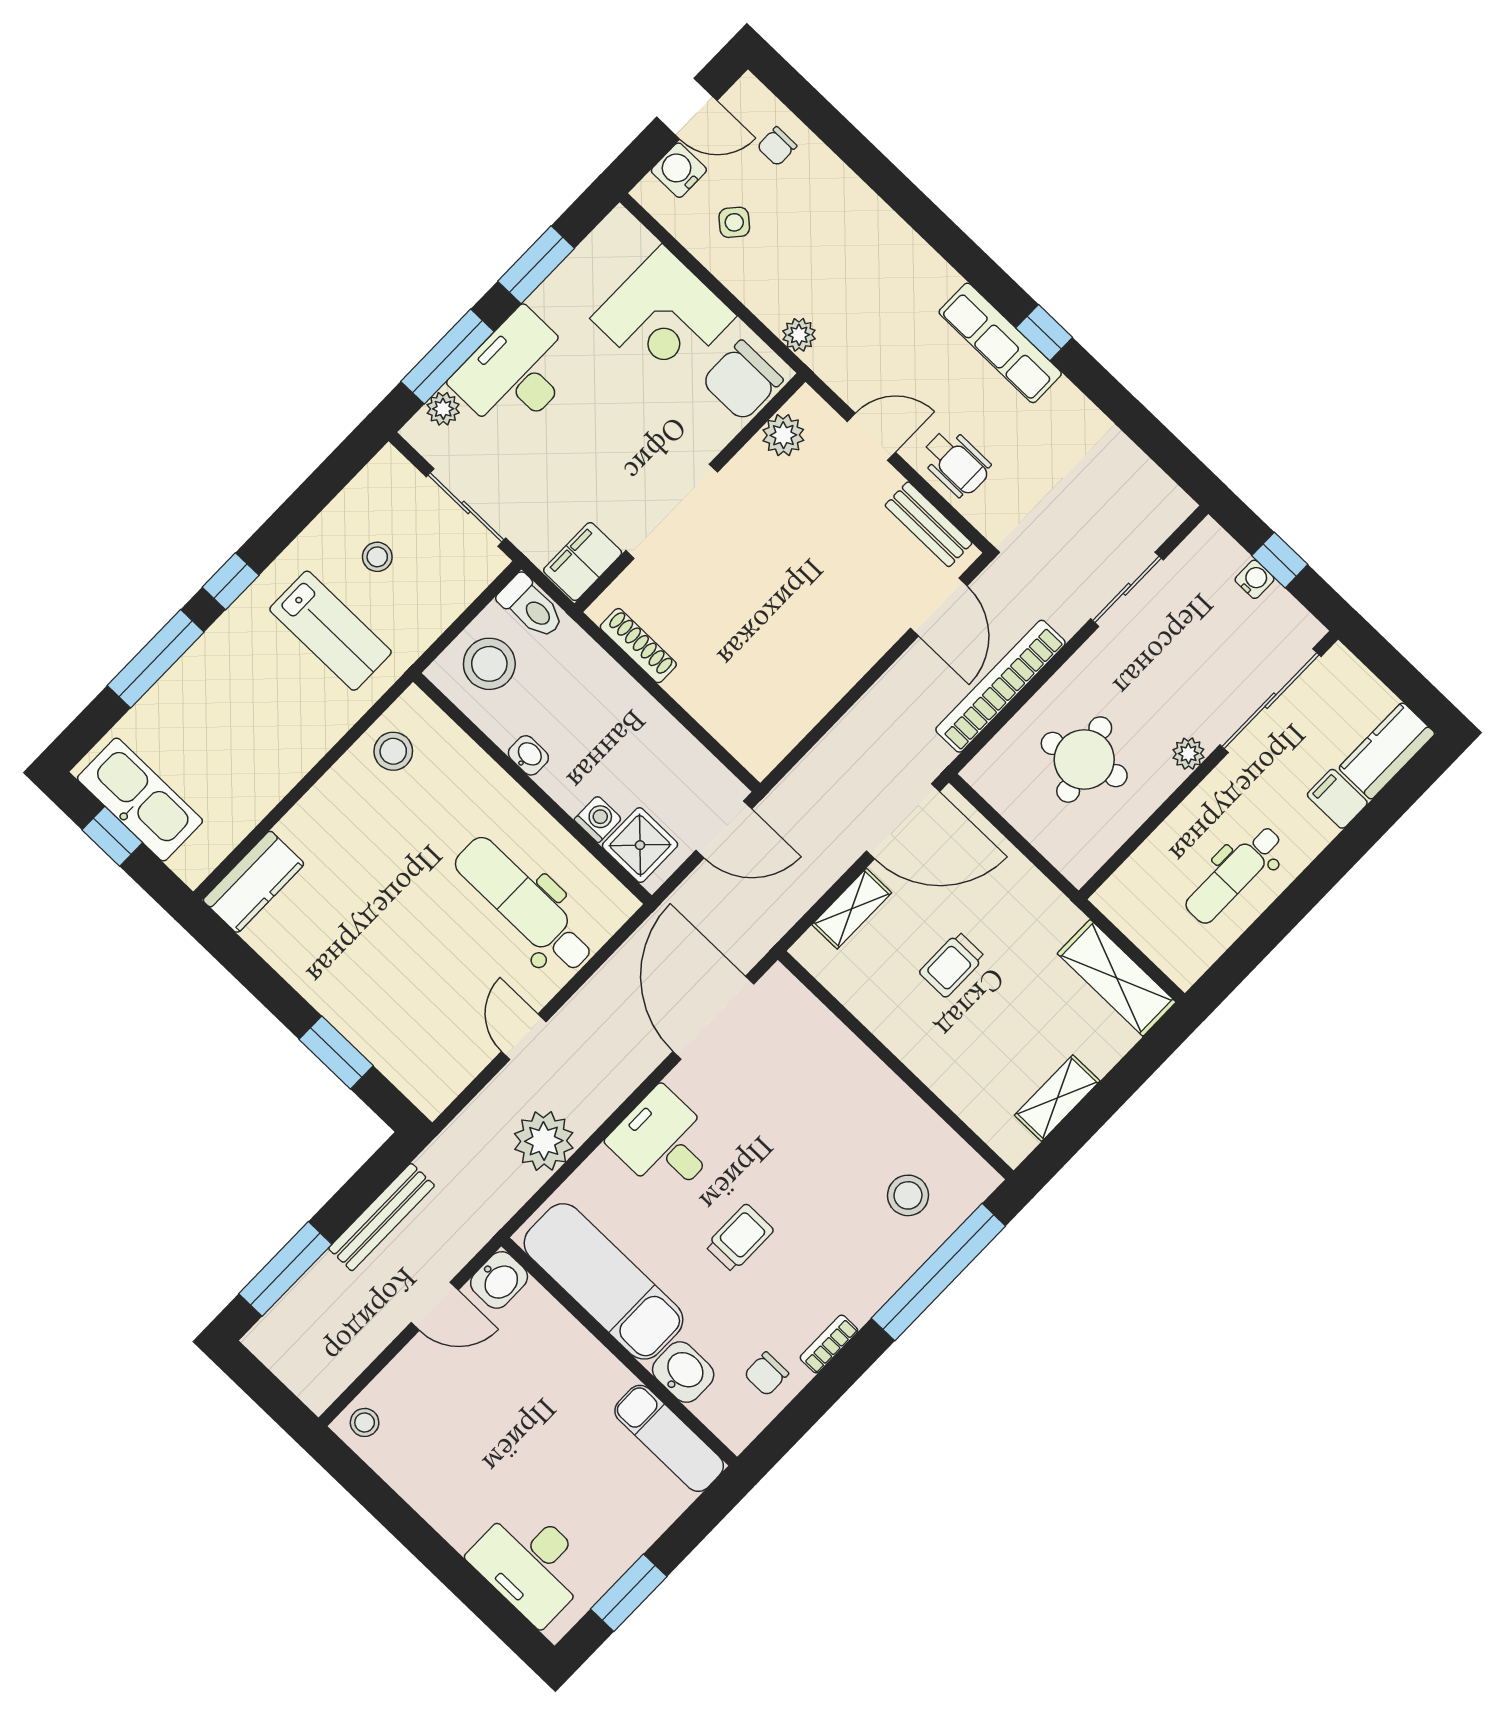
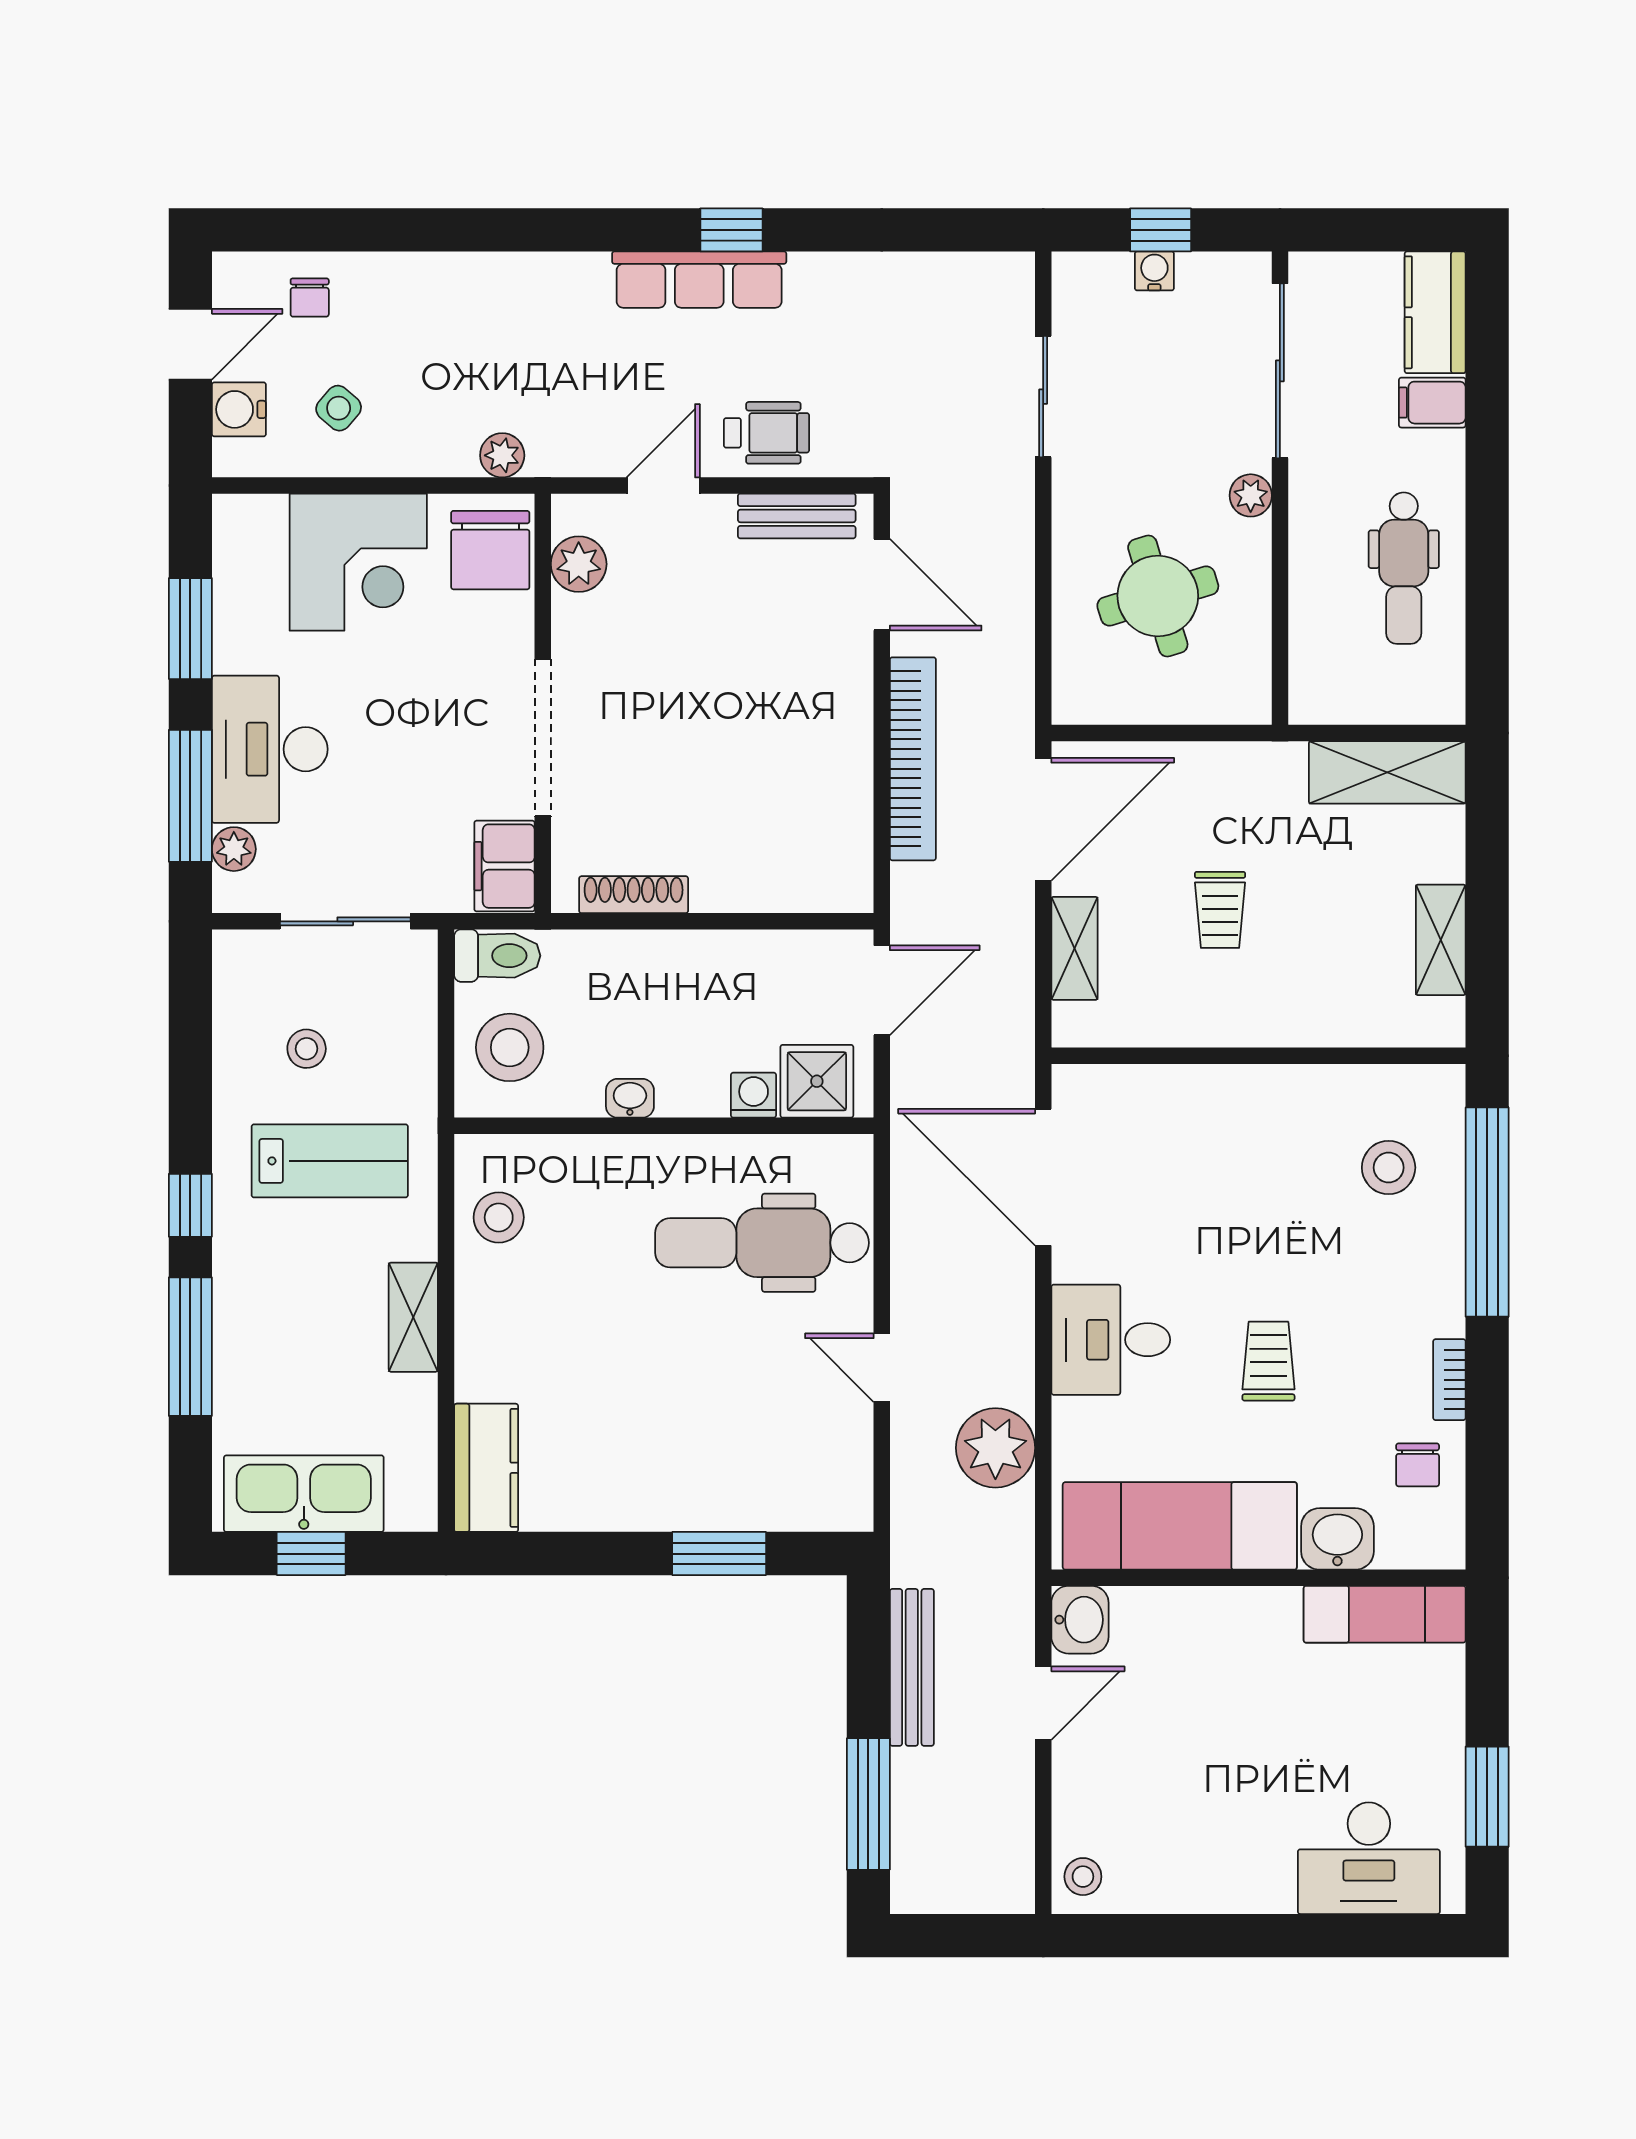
bookcase: (1000, 686) -> (913, 759), moved, turned 180
shelving: (294, 761) -> (413, 1317), added

